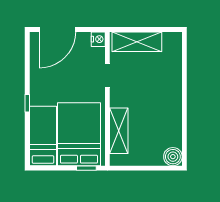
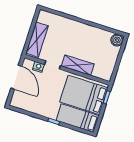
door: (57, 29) -> (16, 77), moved
nightstand: (98, 39) -> (38, 67), moved
shelving: (119, 131) -> (78, 65), moved

